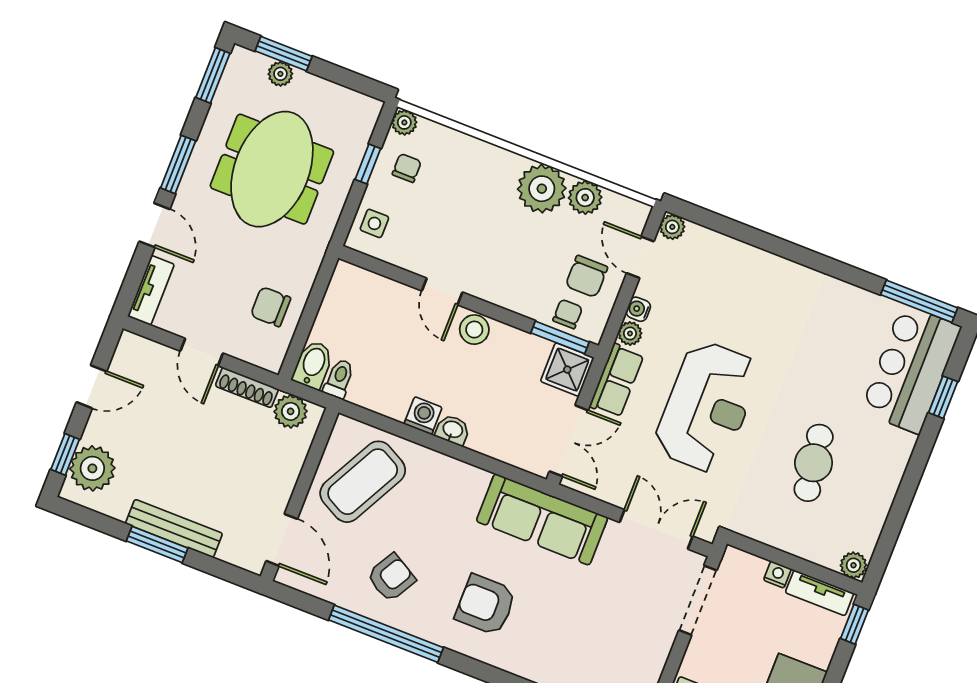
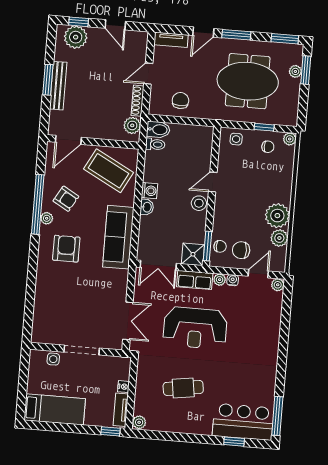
sofa: (542, 519) -> (118, 237), moved
doorway: (698, 600) -> (82, 350), moved
plant: (417, 625) -> (47, 218), added

